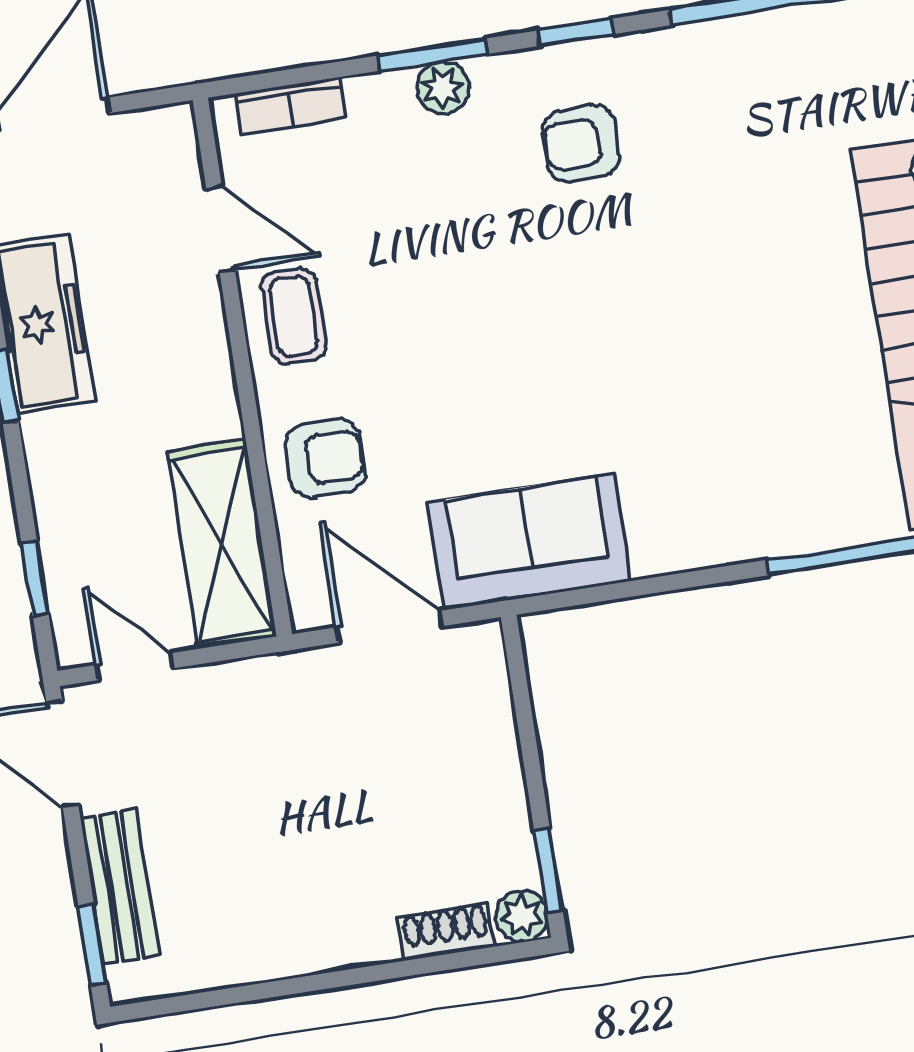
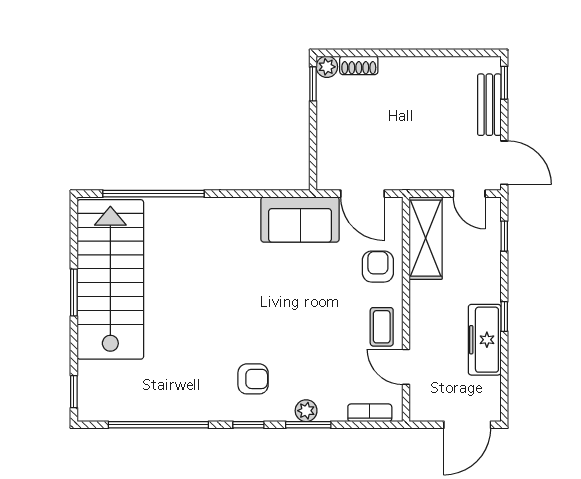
armchair: (325, 459) -> (378, 267), turned 90

